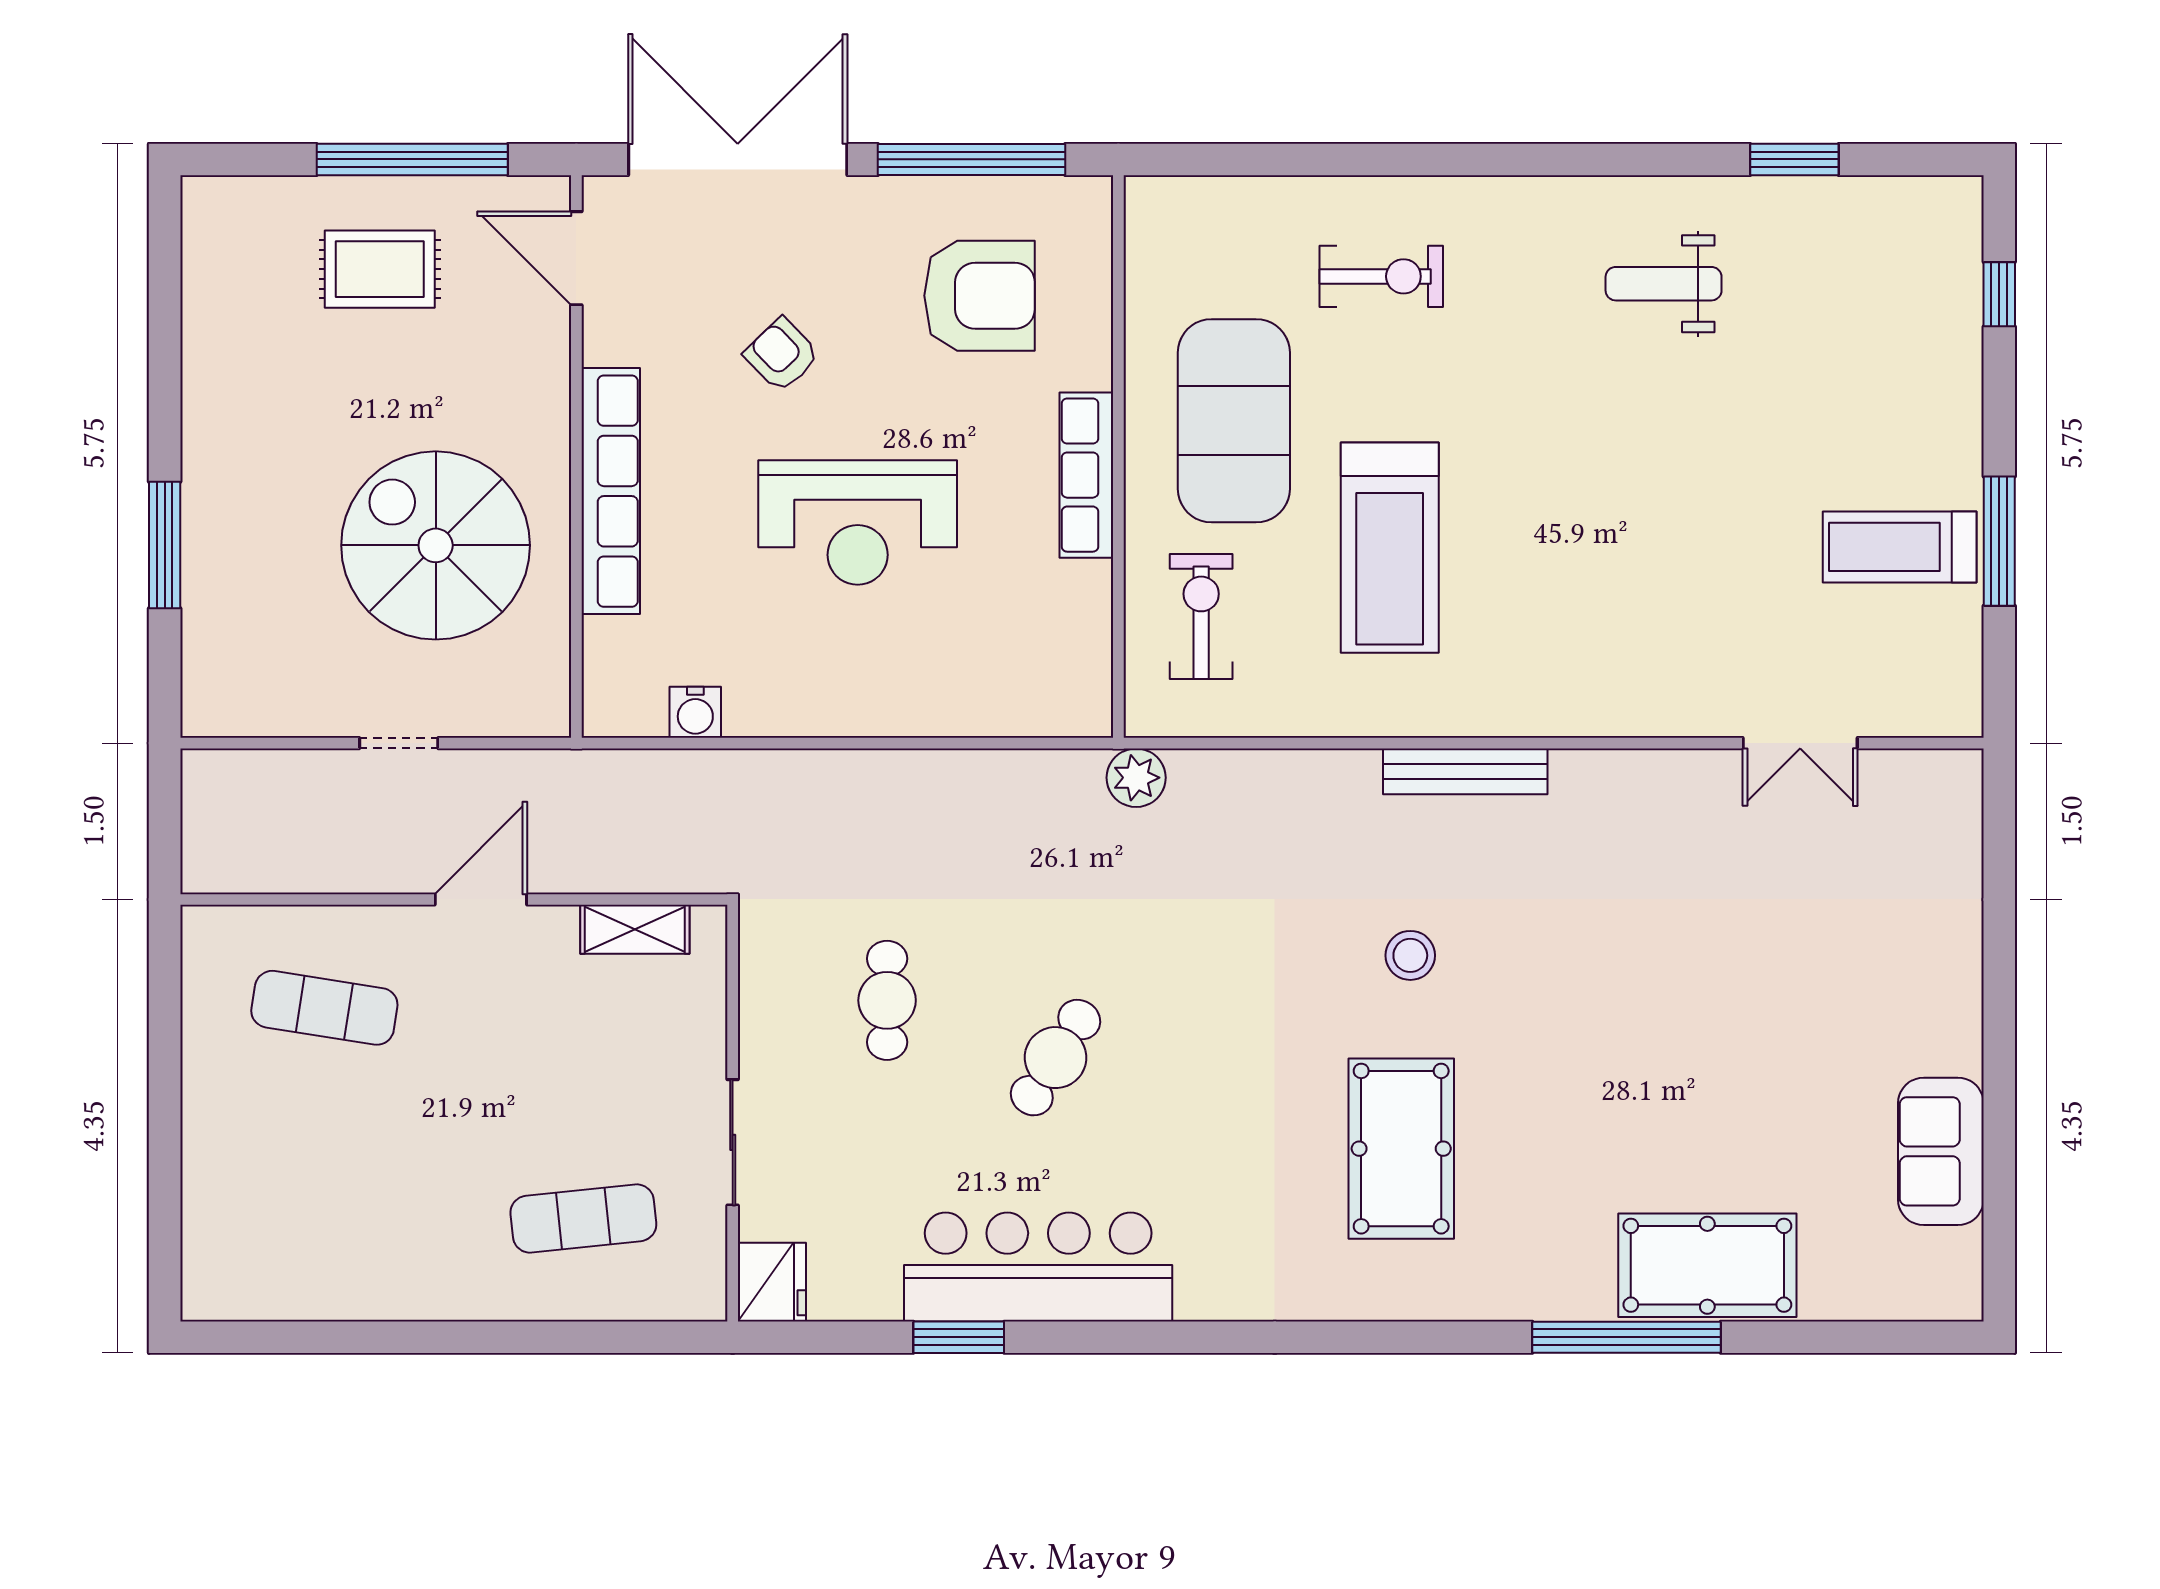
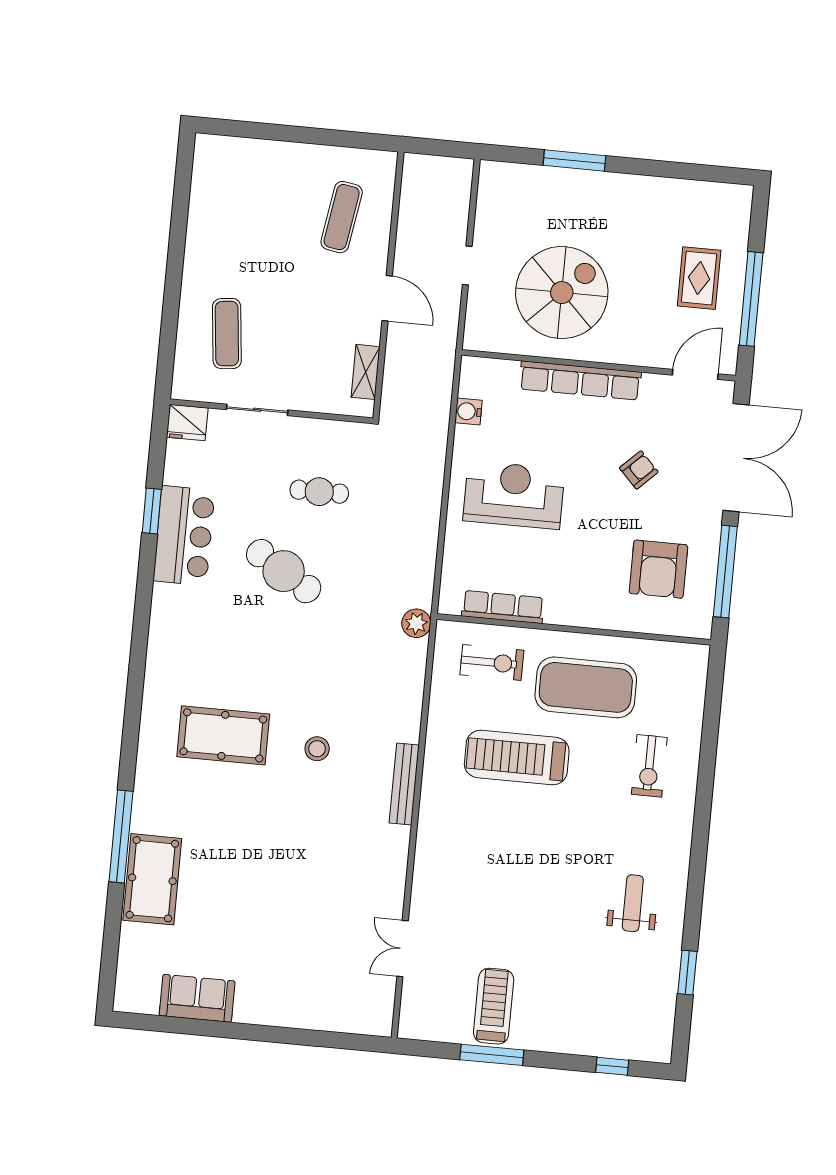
row of seats: (1086, 475) -> (503, 607), moved
reception desk: (858, 522) -> (514, 495), moved, turned 90
cafe table: (1056, 1058) -> (284, 571), width x1.37, depth x1.35
bar counter: (1038, 1267) -> (184, 536), width x0.73

